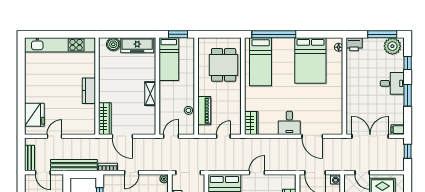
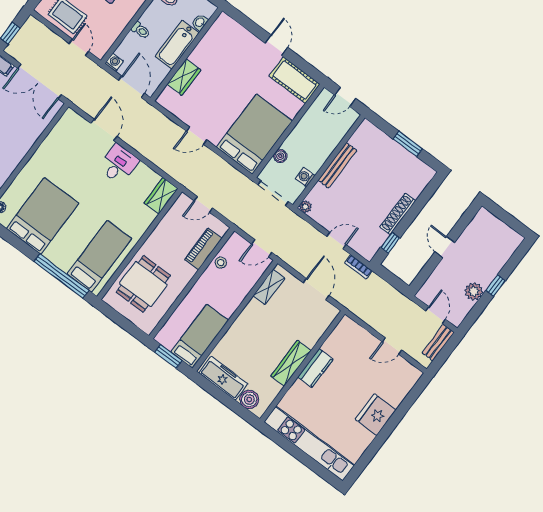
shelving: (150, 94) -> (269, 287), moved
fridge: (34, 115) -> (376, 415), moved
wardrobe: (105, 119) -> (291, 363), moved
bench: (74, 165) -> (395, 297), removed

